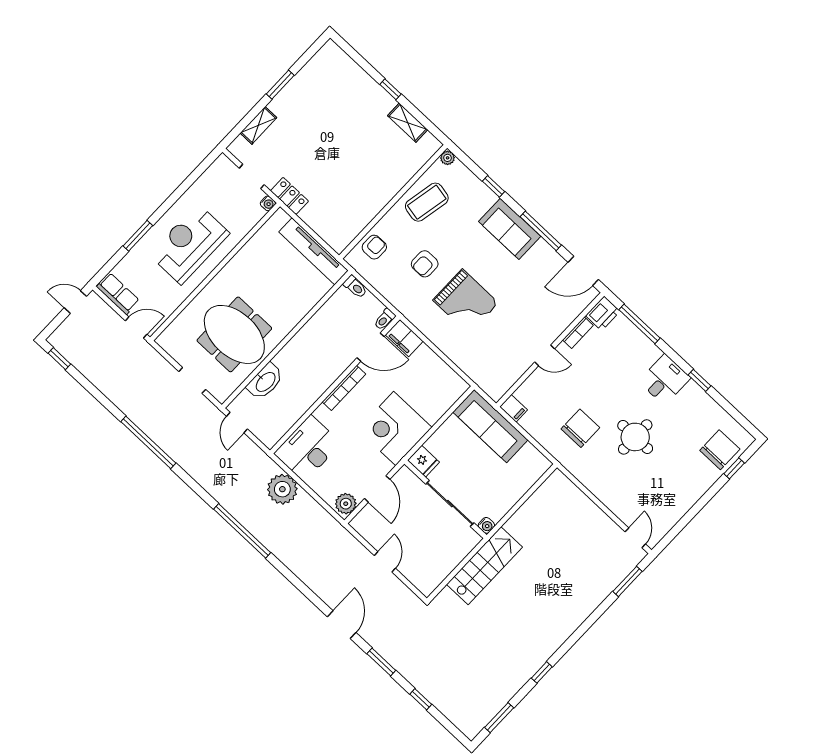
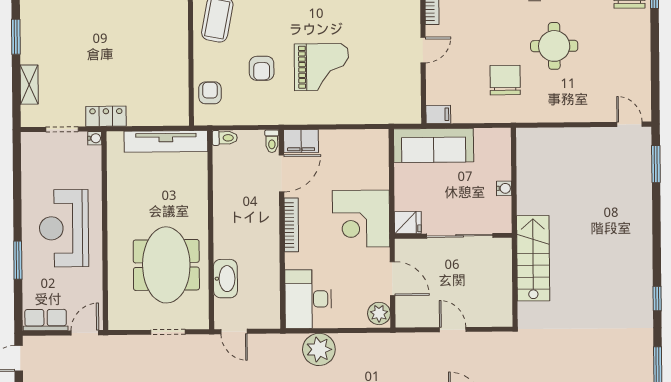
meeting table: (234, 334) -> (166, 265), turned 90
water cooler: (486, 525) -> (504, 188), moved

